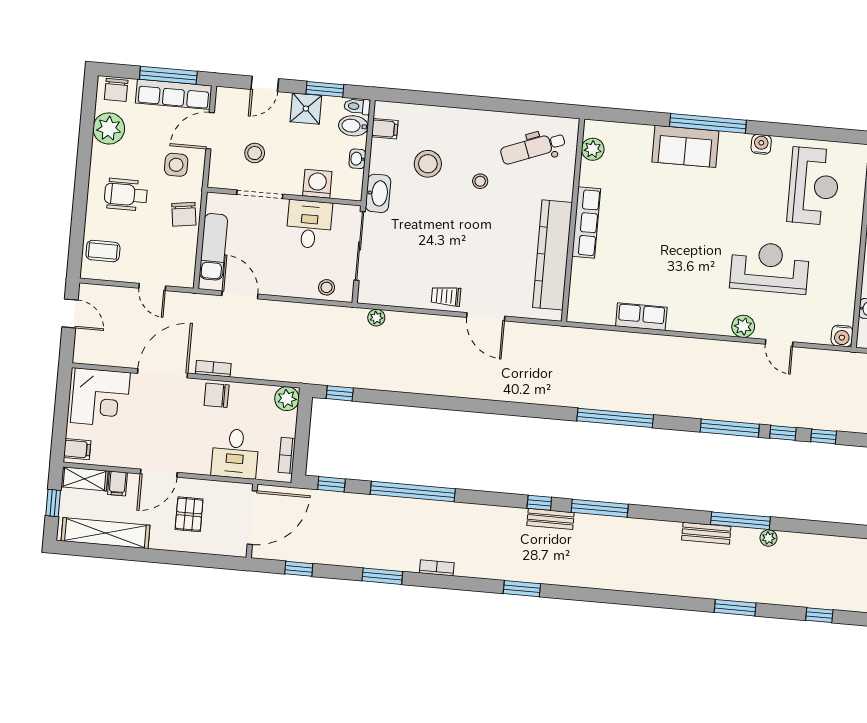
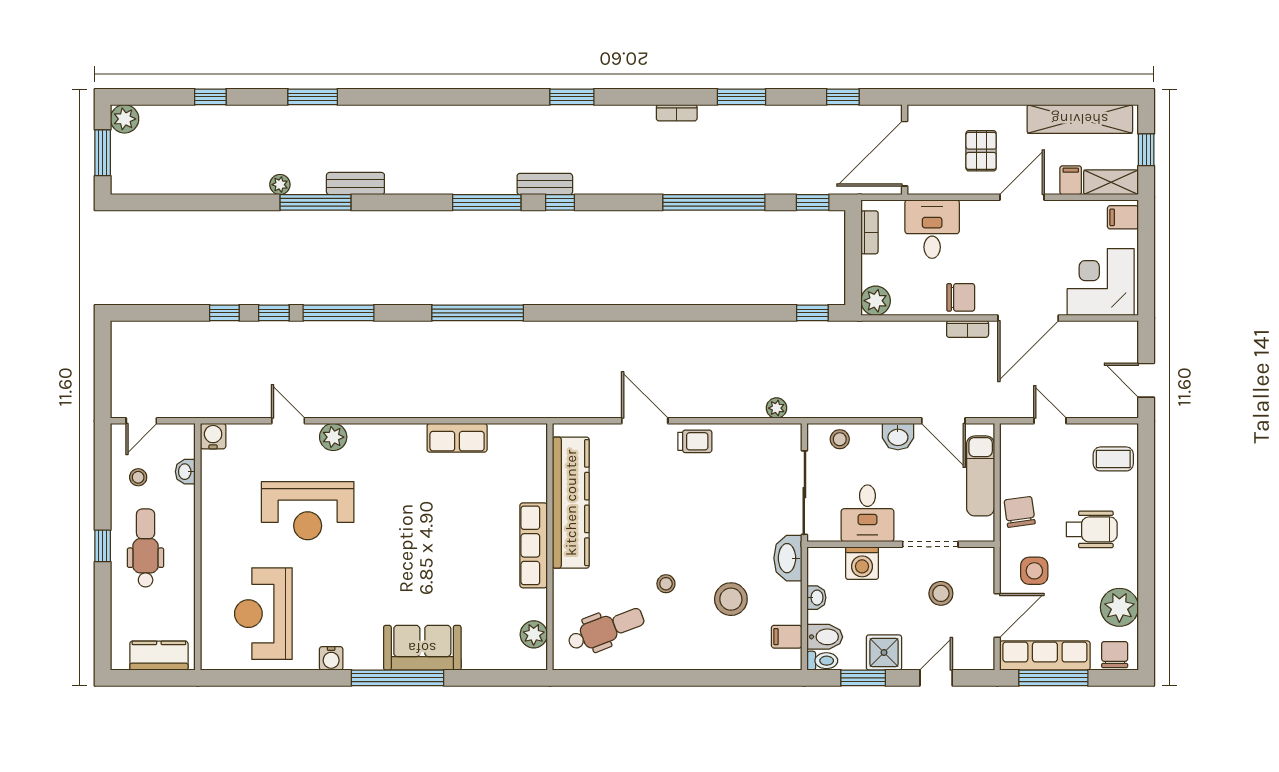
washbasin: (278, 285) -> (898, 437), added

